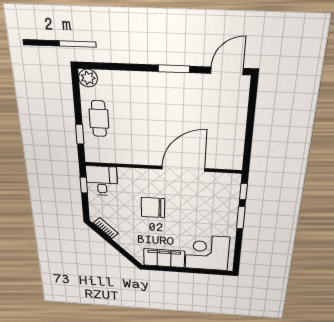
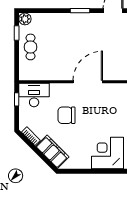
window: (80, 134) -> (17, 33), moved
desk: (102, 181) -> (34, 95), width x1.37
filing cabinet: (164, 258) -> (52, 152), moved, turned 45

